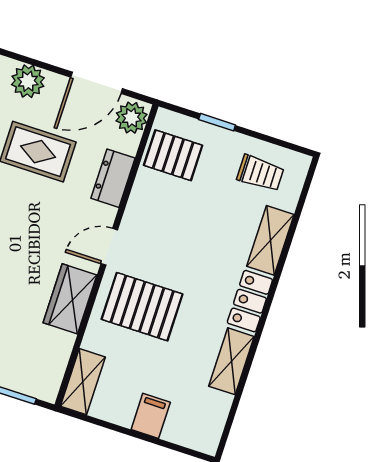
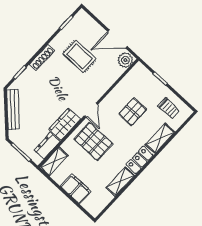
plant: (28, 81) -> (89, 25), removed
pallet: (173, 155) -> (133, 112), moved, turned 90
dresser: (113, 178) -> (47, 146), moved
door: (109, 247) -> (91, 110), swing flipped
filing cabinet: (151, 416) -> (76, 189), width x2.00

